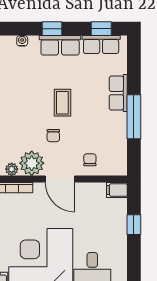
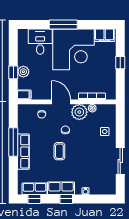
row of seats: (118, 93) -> (23, 152), width x1.48
plant: (118, 226) -> (23, 72), added

